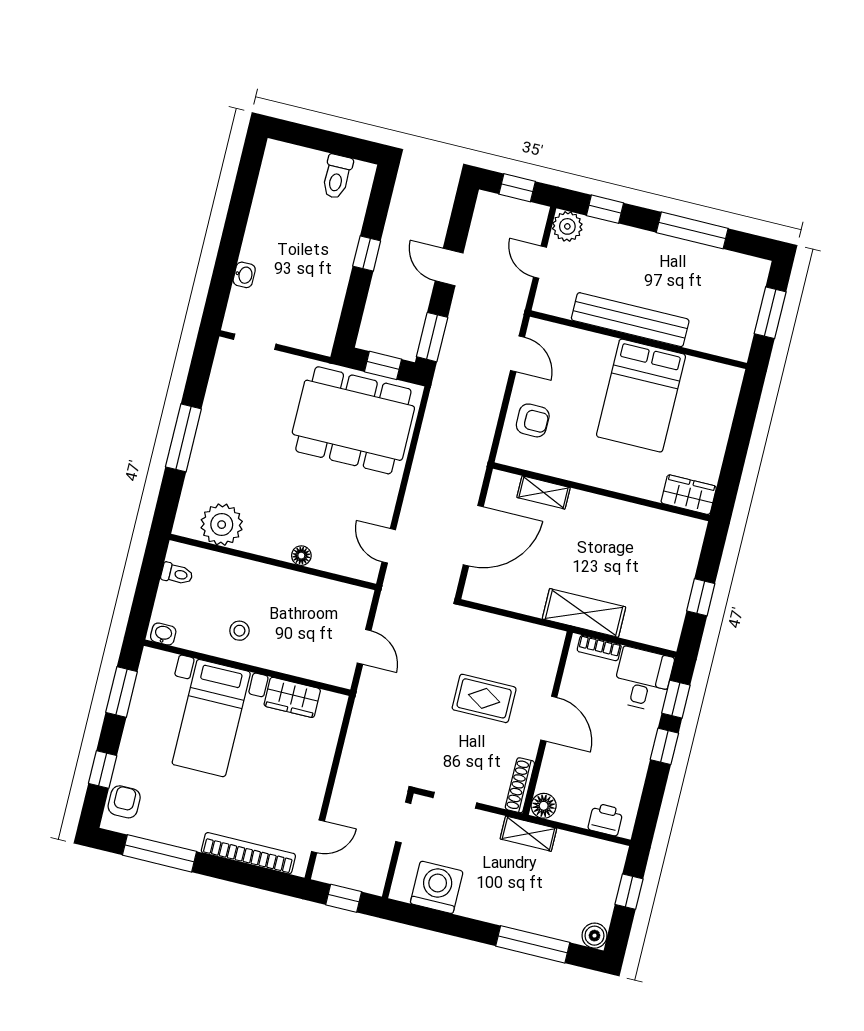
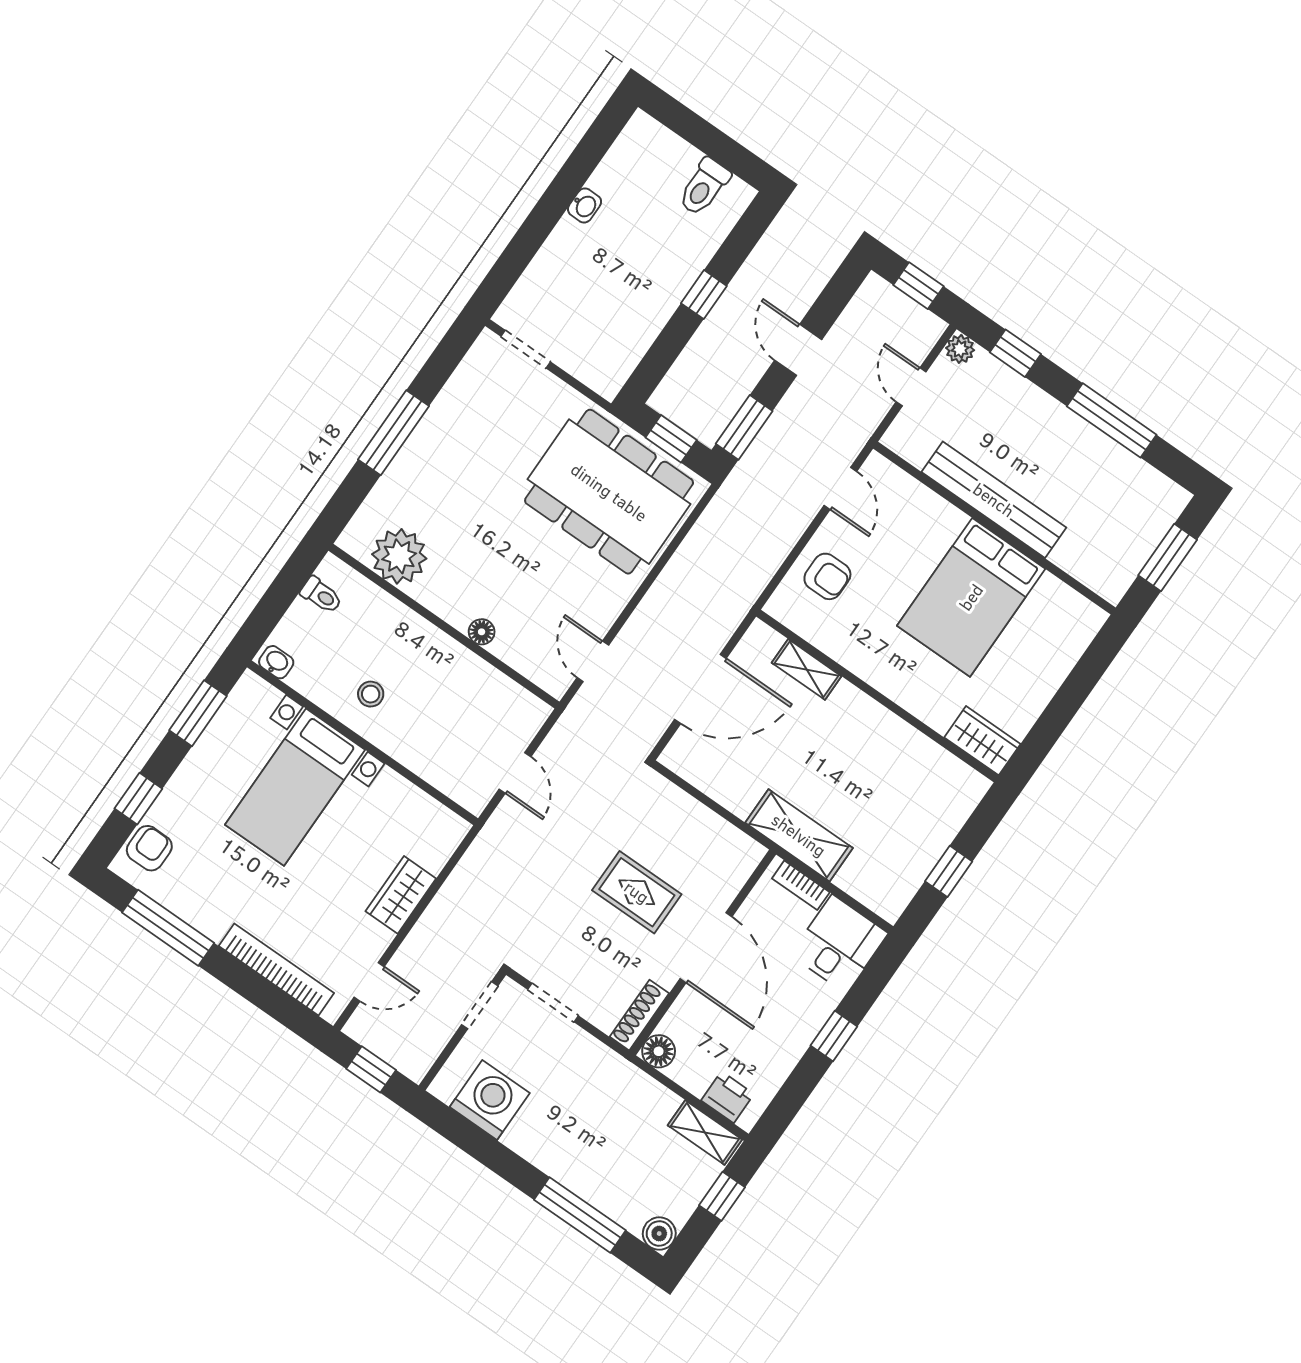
plant: (567, 226) -> (960, 349), width x0.73, depth x0.73
washbasin: (244, 275) -> (585, 205), moved
wardrobe: (292, 697) -> (401, 895), moved, turned 90
window: (676, 699) -> (870, 984), removed
door: (549, 719) -> (706, 948), width x1.36
shelving: (528, 834) -> (705, 1132), moved

